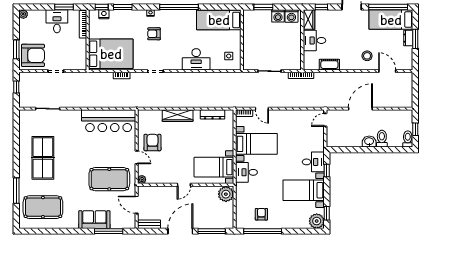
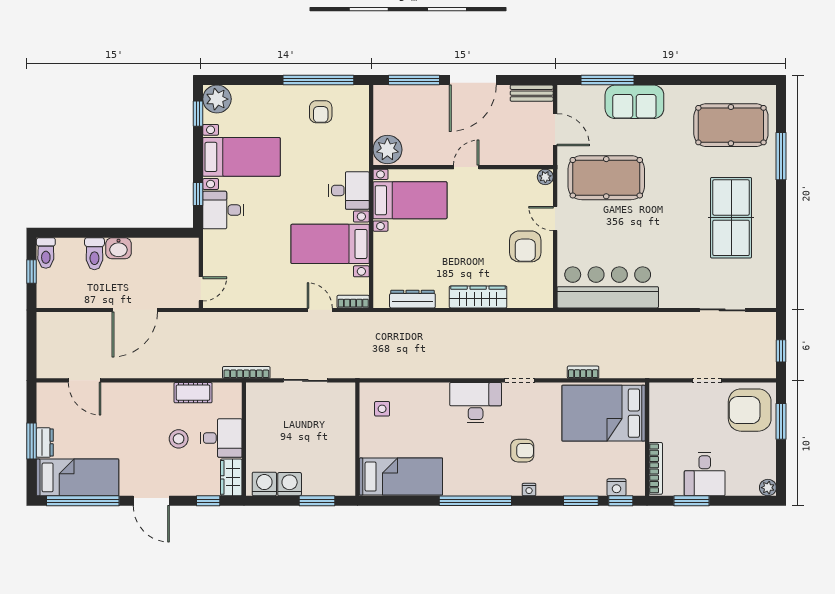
stool: (367, 56) -> (179, 439), moved
desk: (196, 59) -> (476, 403), moved

